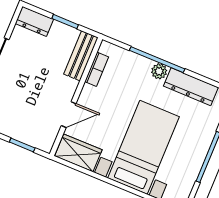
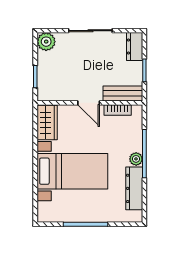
door: (69, 115) -> (89, 103), moved

